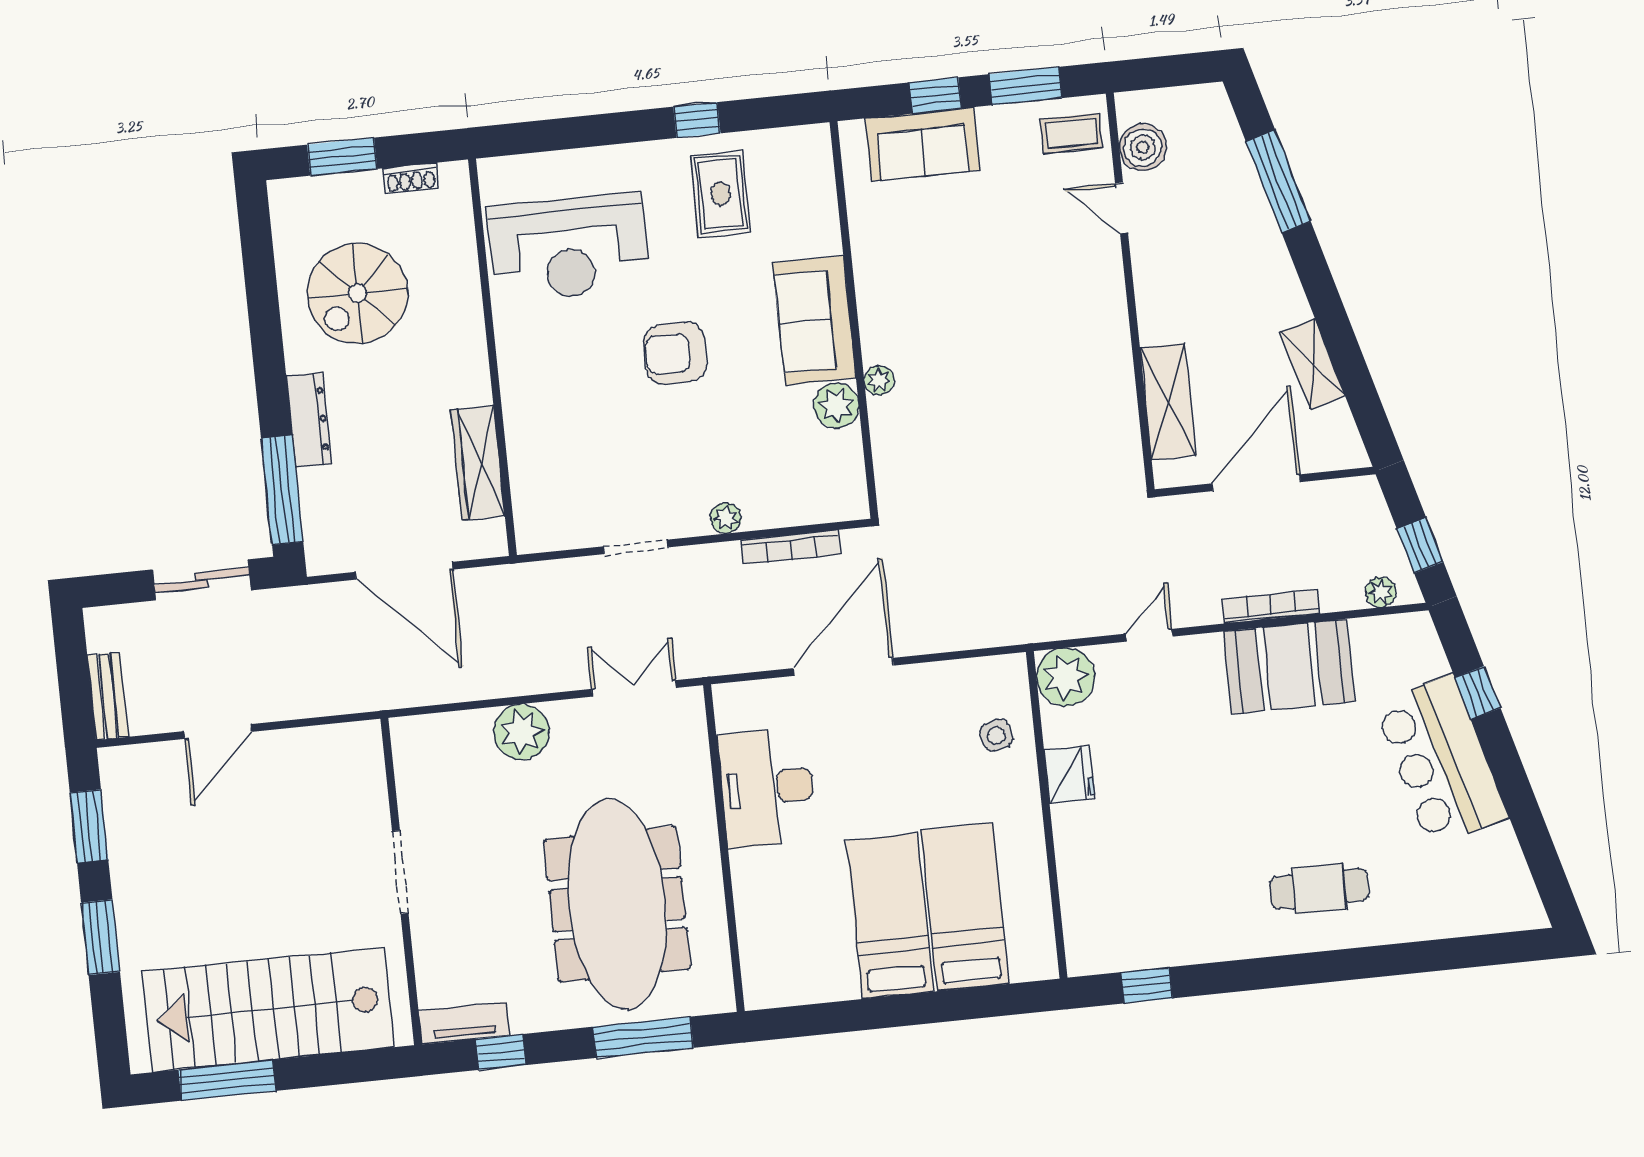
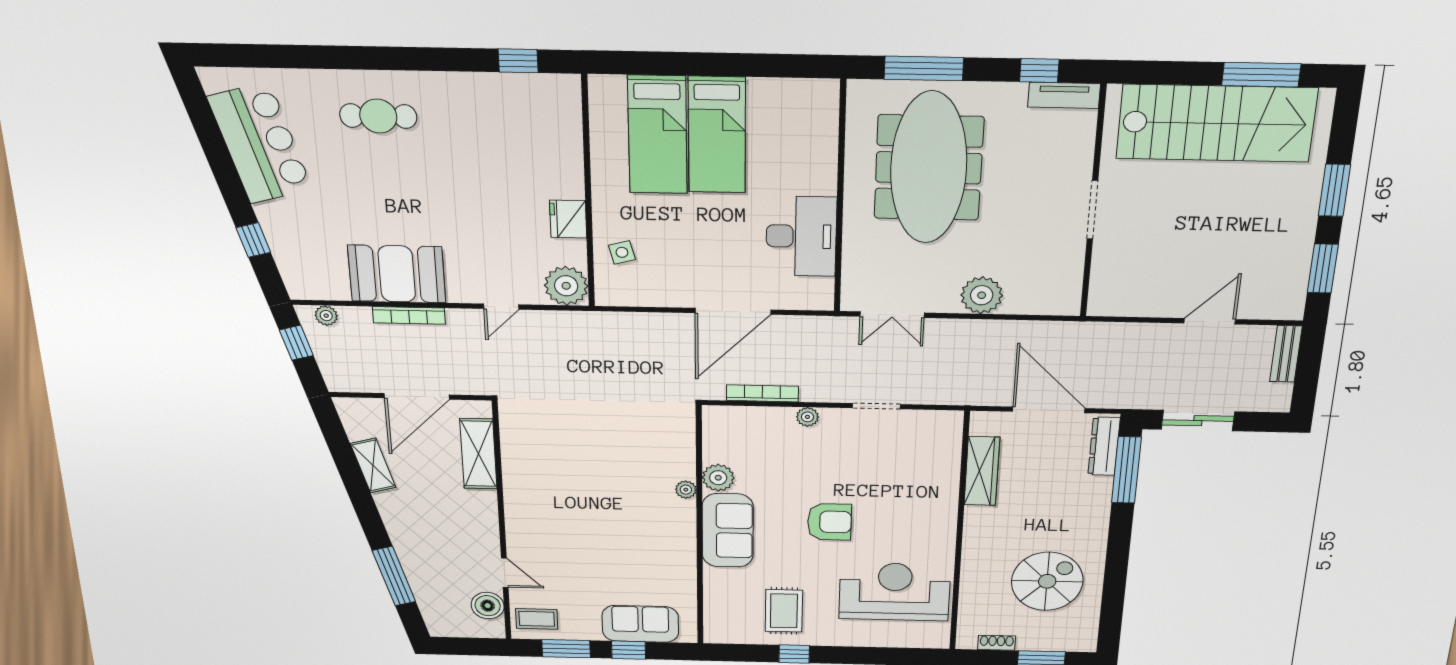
dresser: (309, 420) -> (1104, 446), moved
bar counter: (1441, 761) -> (260, 143), moved

